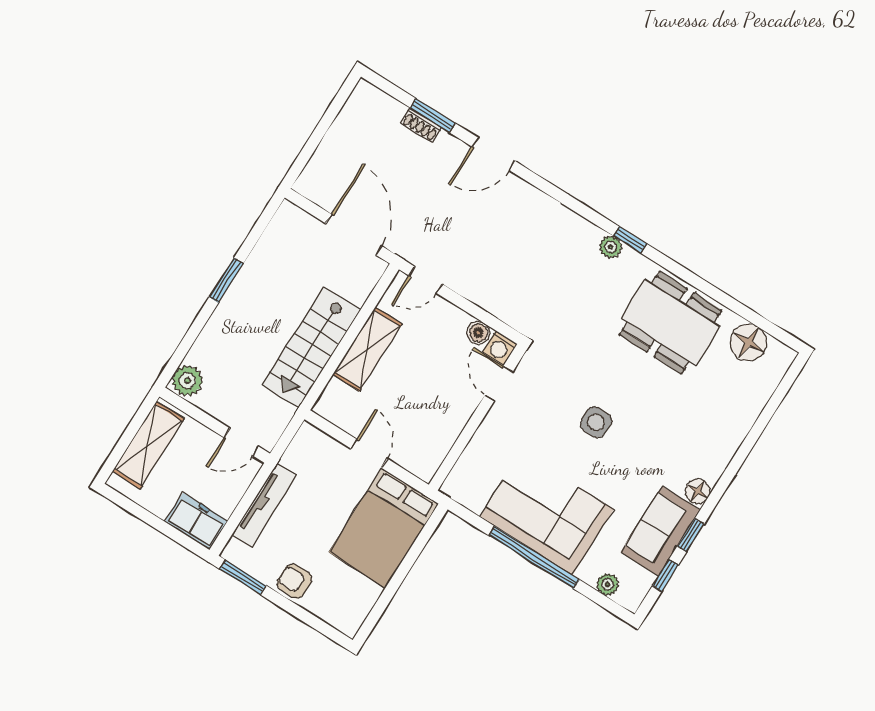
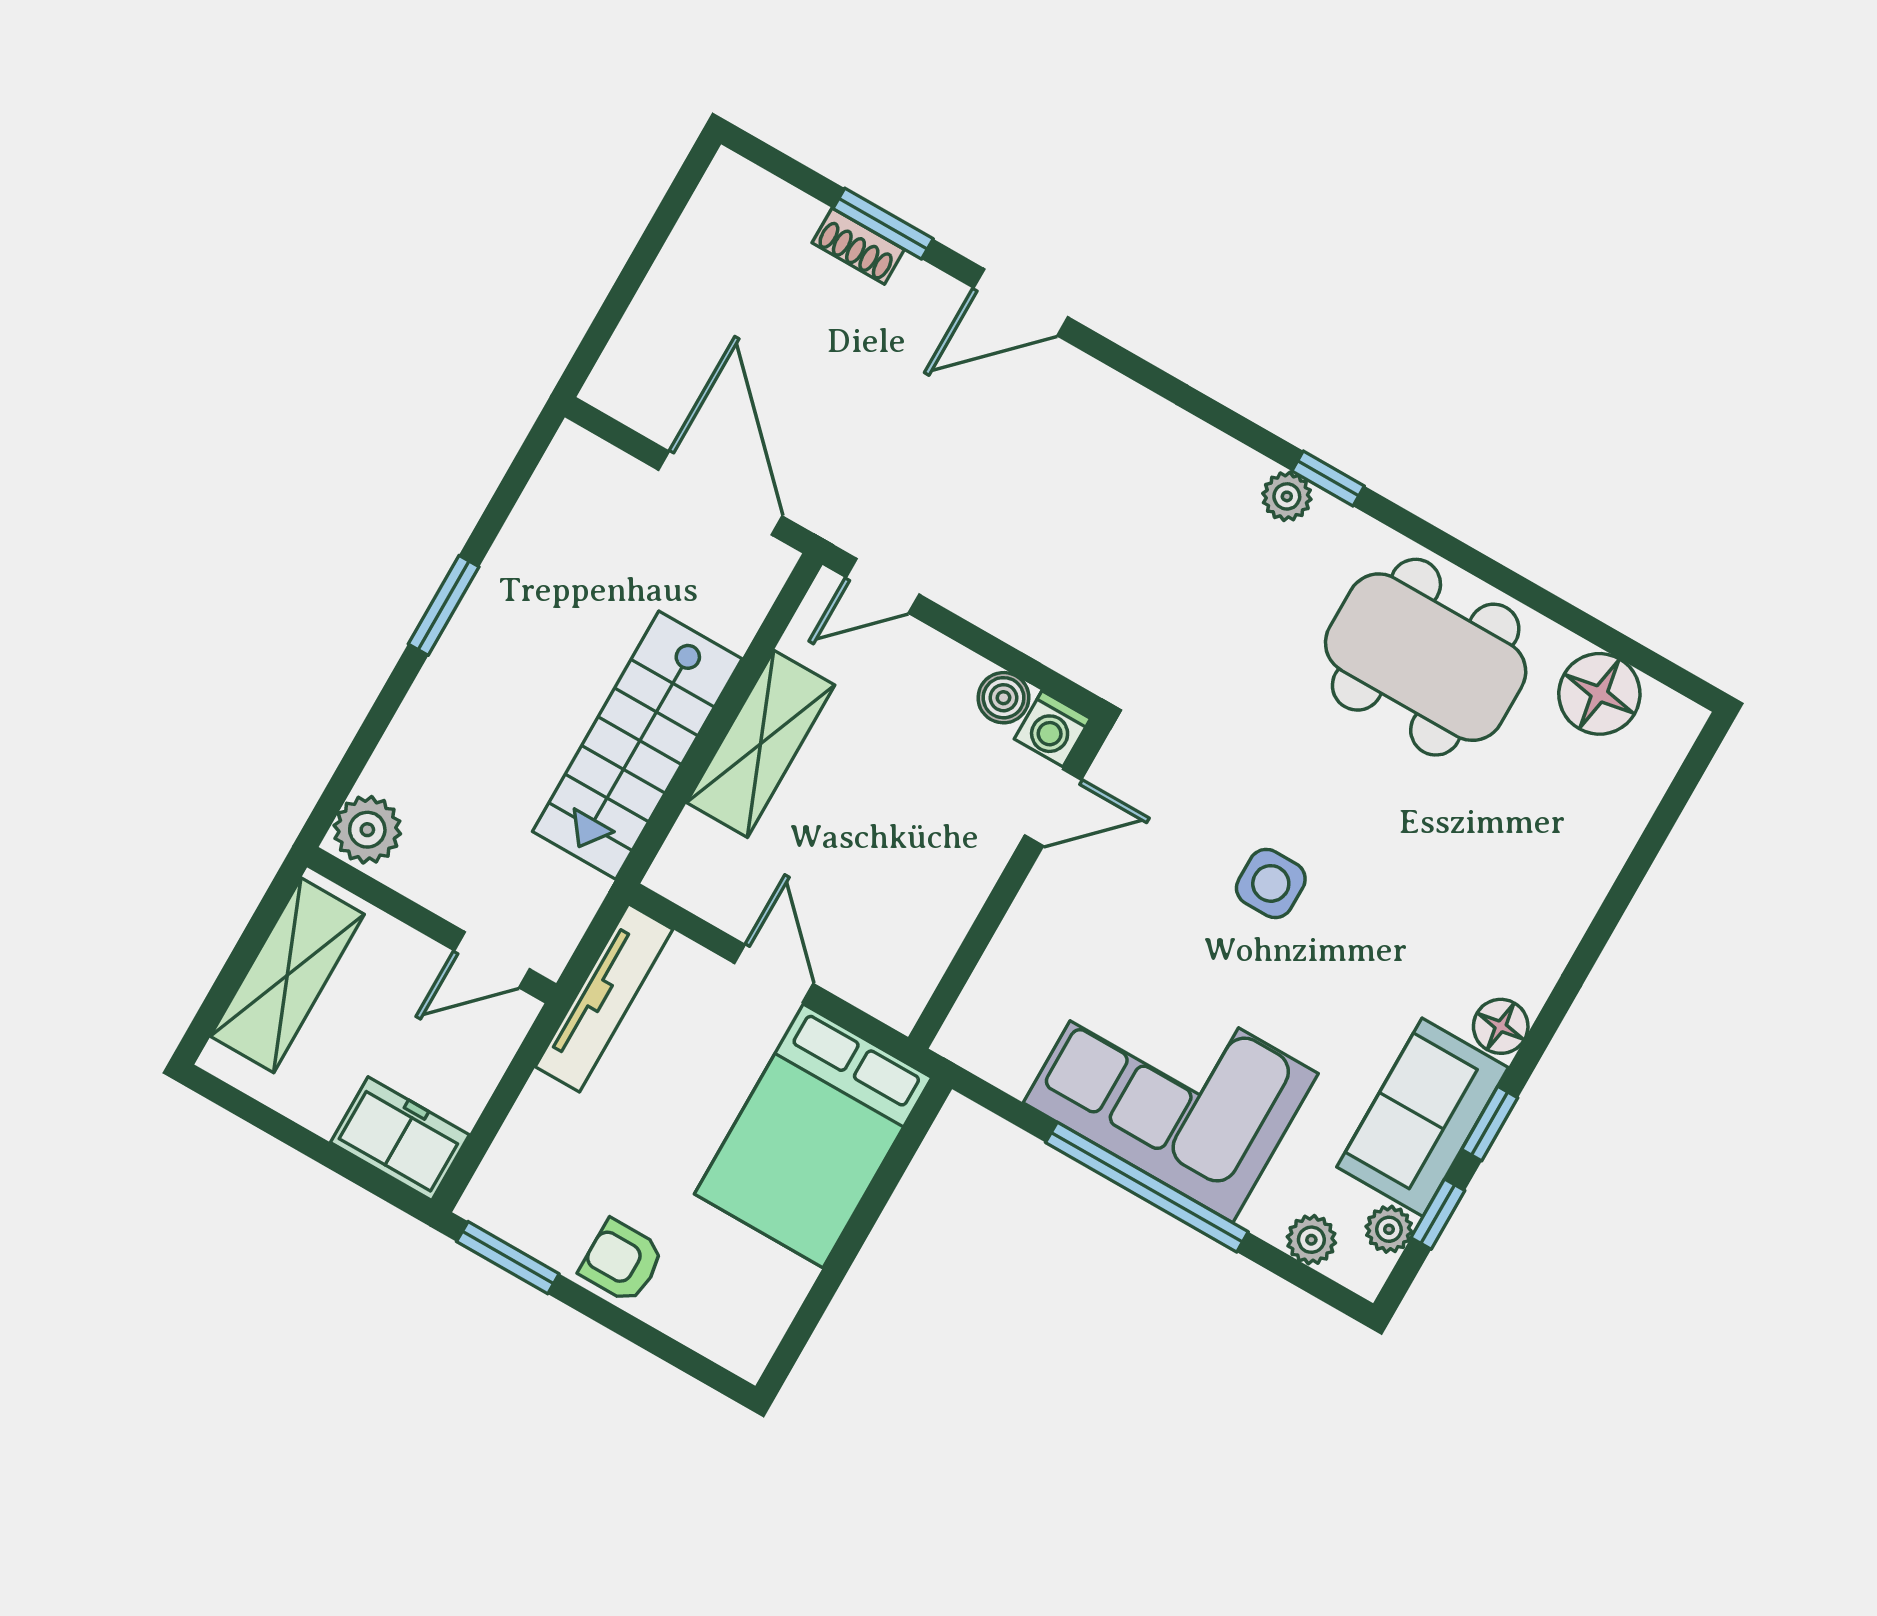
door: (499, 384) -> (1053, 807), swing flipped
tv unit: (264, 505) -> (604, 998), moved
plant: (643, 581) -> (1389, 1229), added

